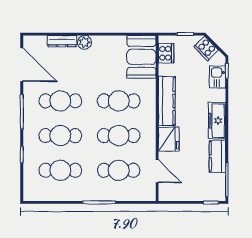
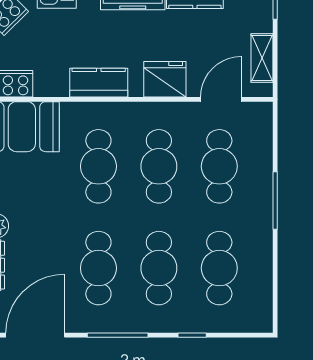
kitchen counter: (167, 101) -> (99, 83), width x0.67
shelving: (181, 195) -> (262, 58), added

